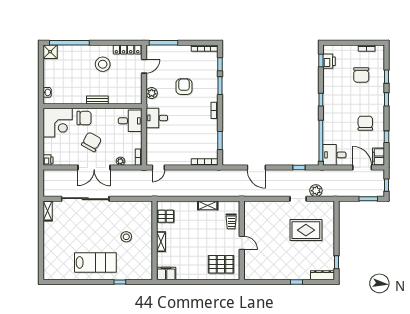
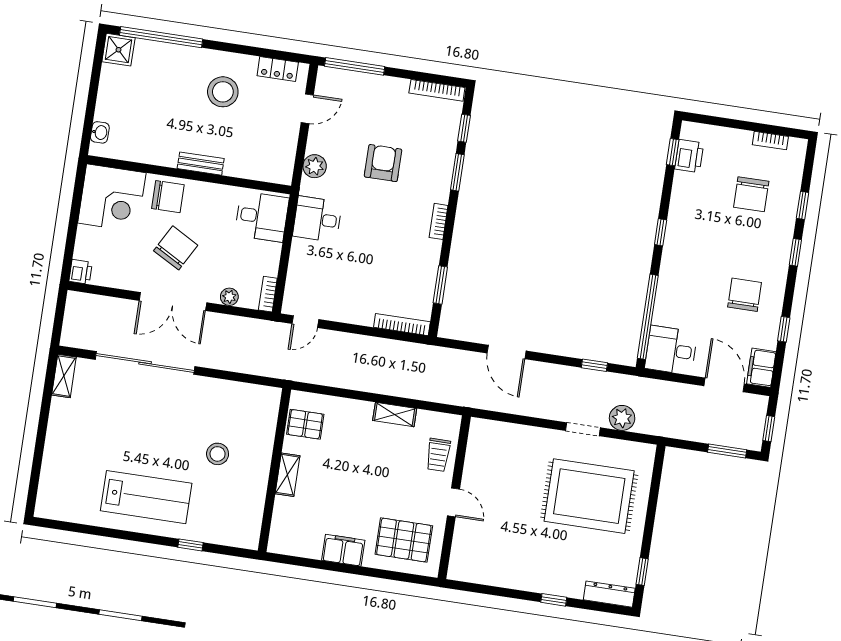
locker: (127, 49) -> (278, 69), width x0.66
rug: (306, 230) -> (589, 496), width x1.37, depth x1.44
filing cabinet: (166, 274) -> (343, 550), moved

